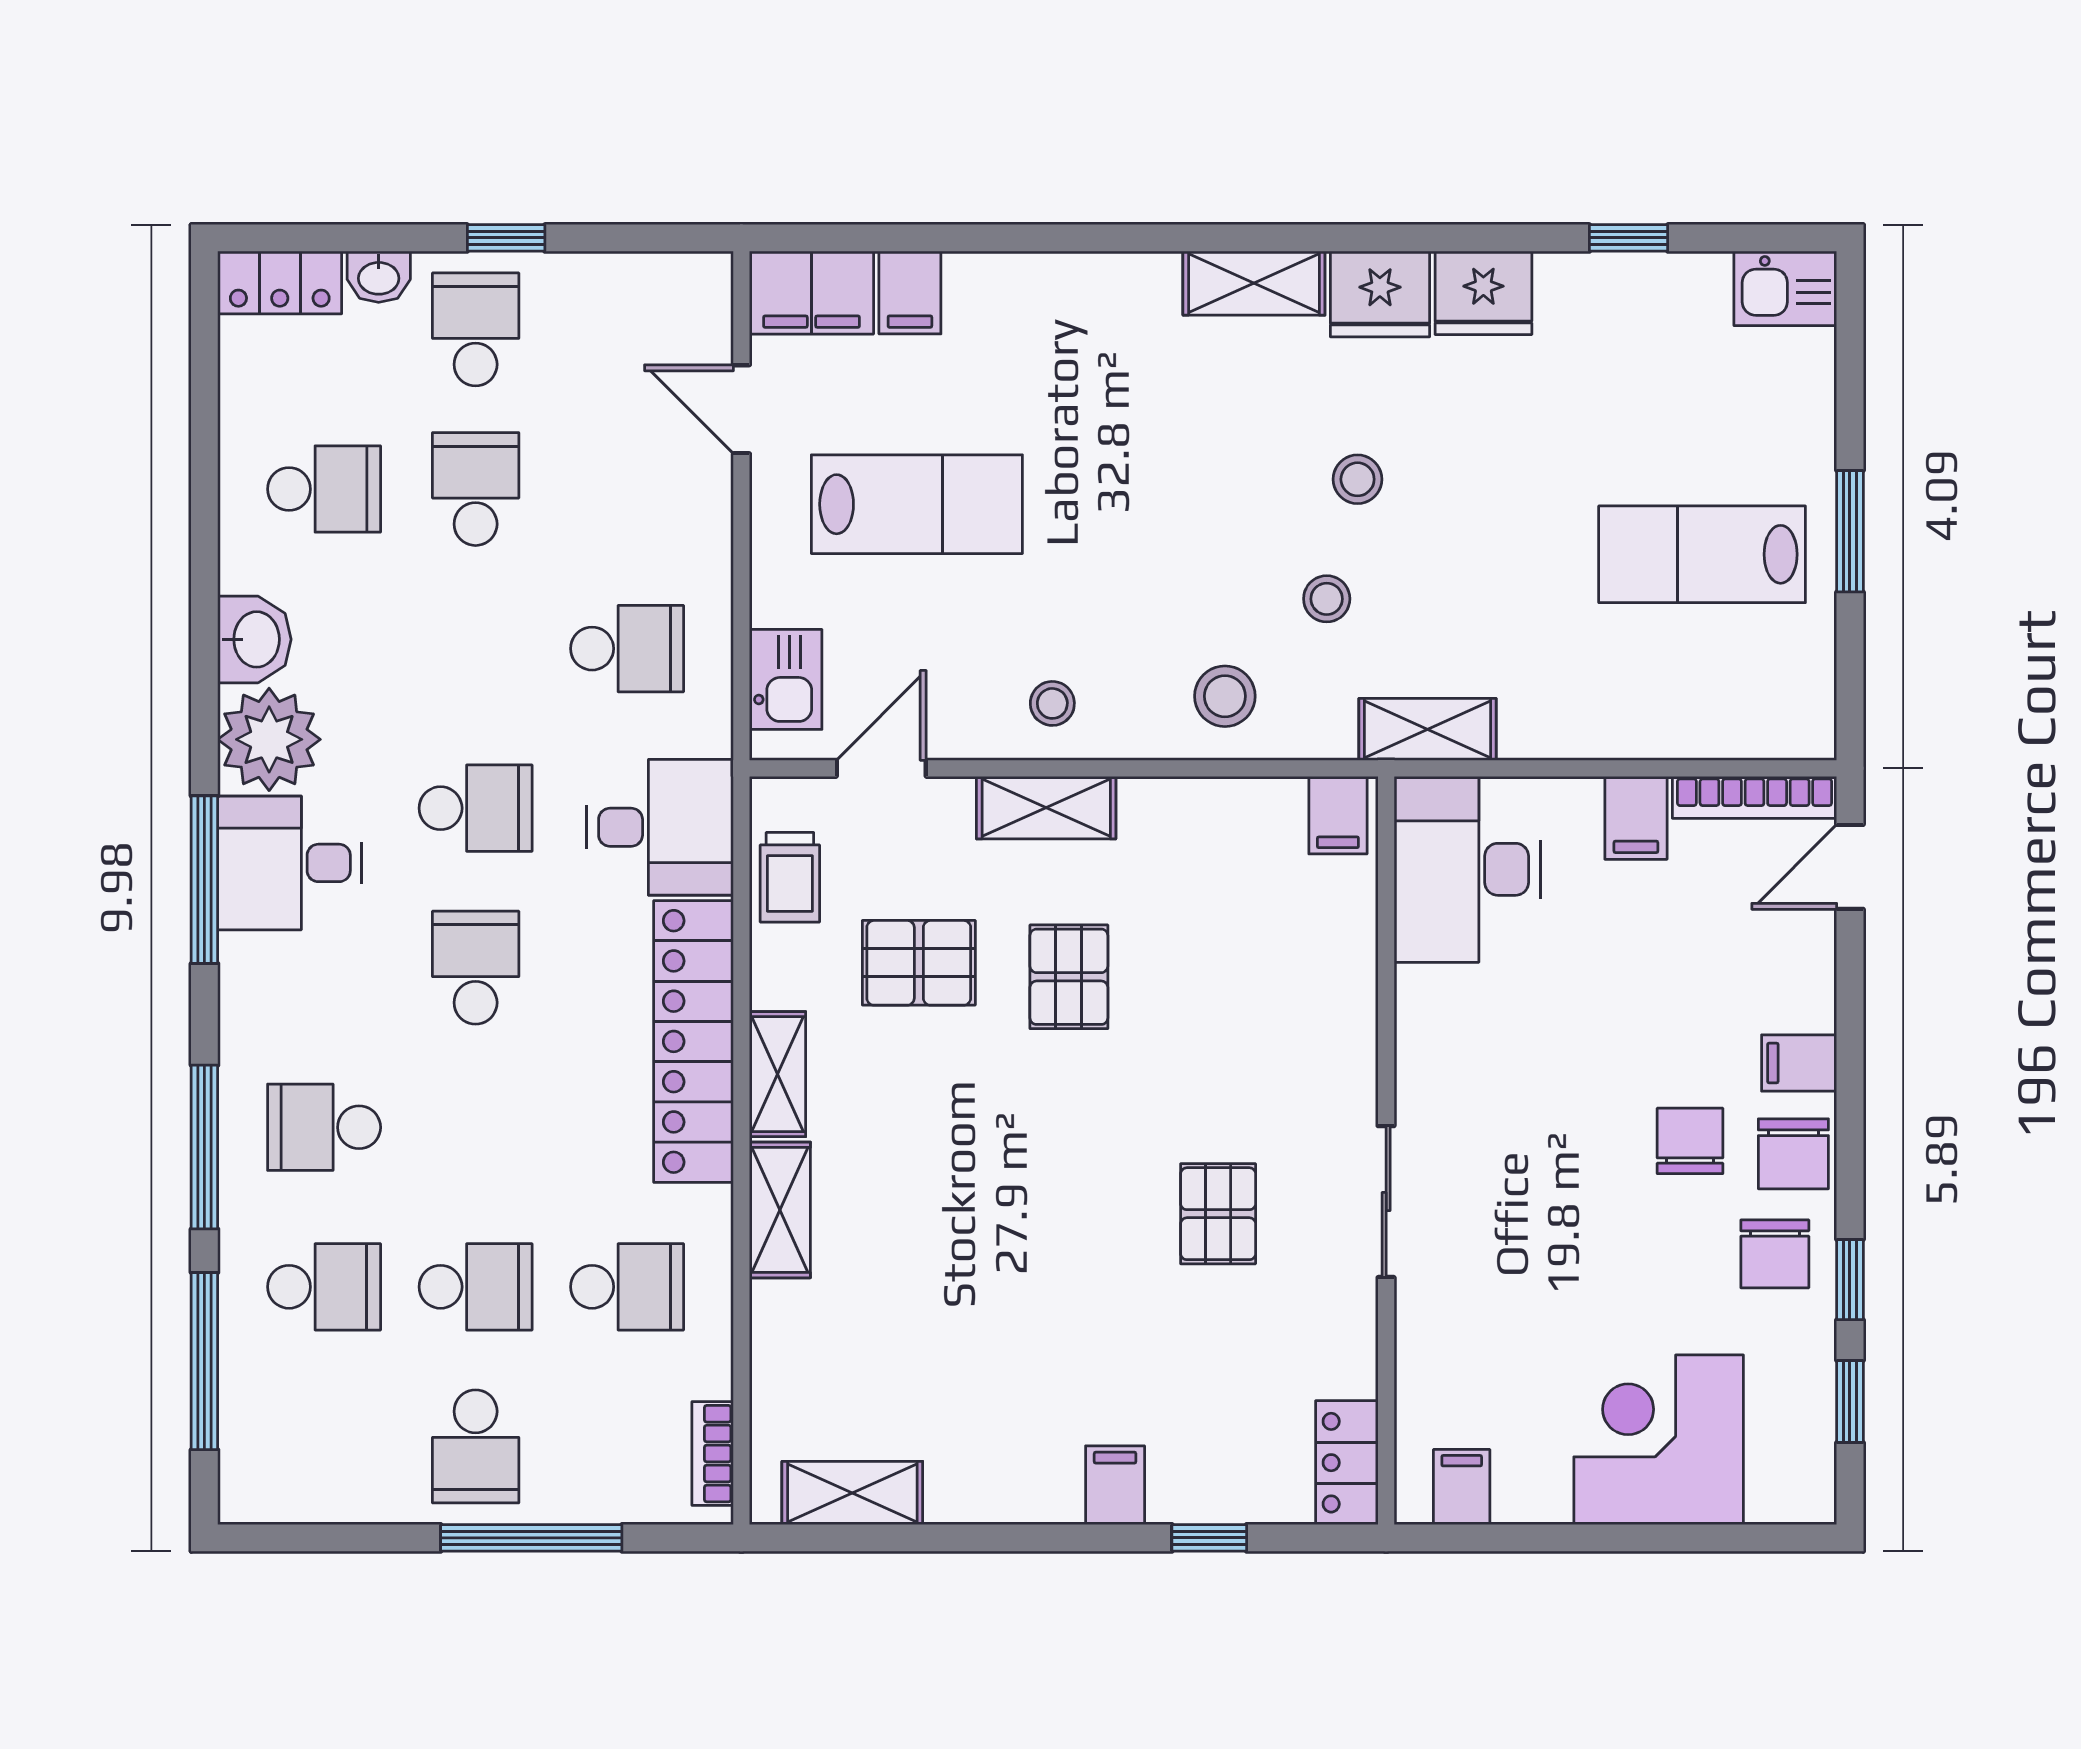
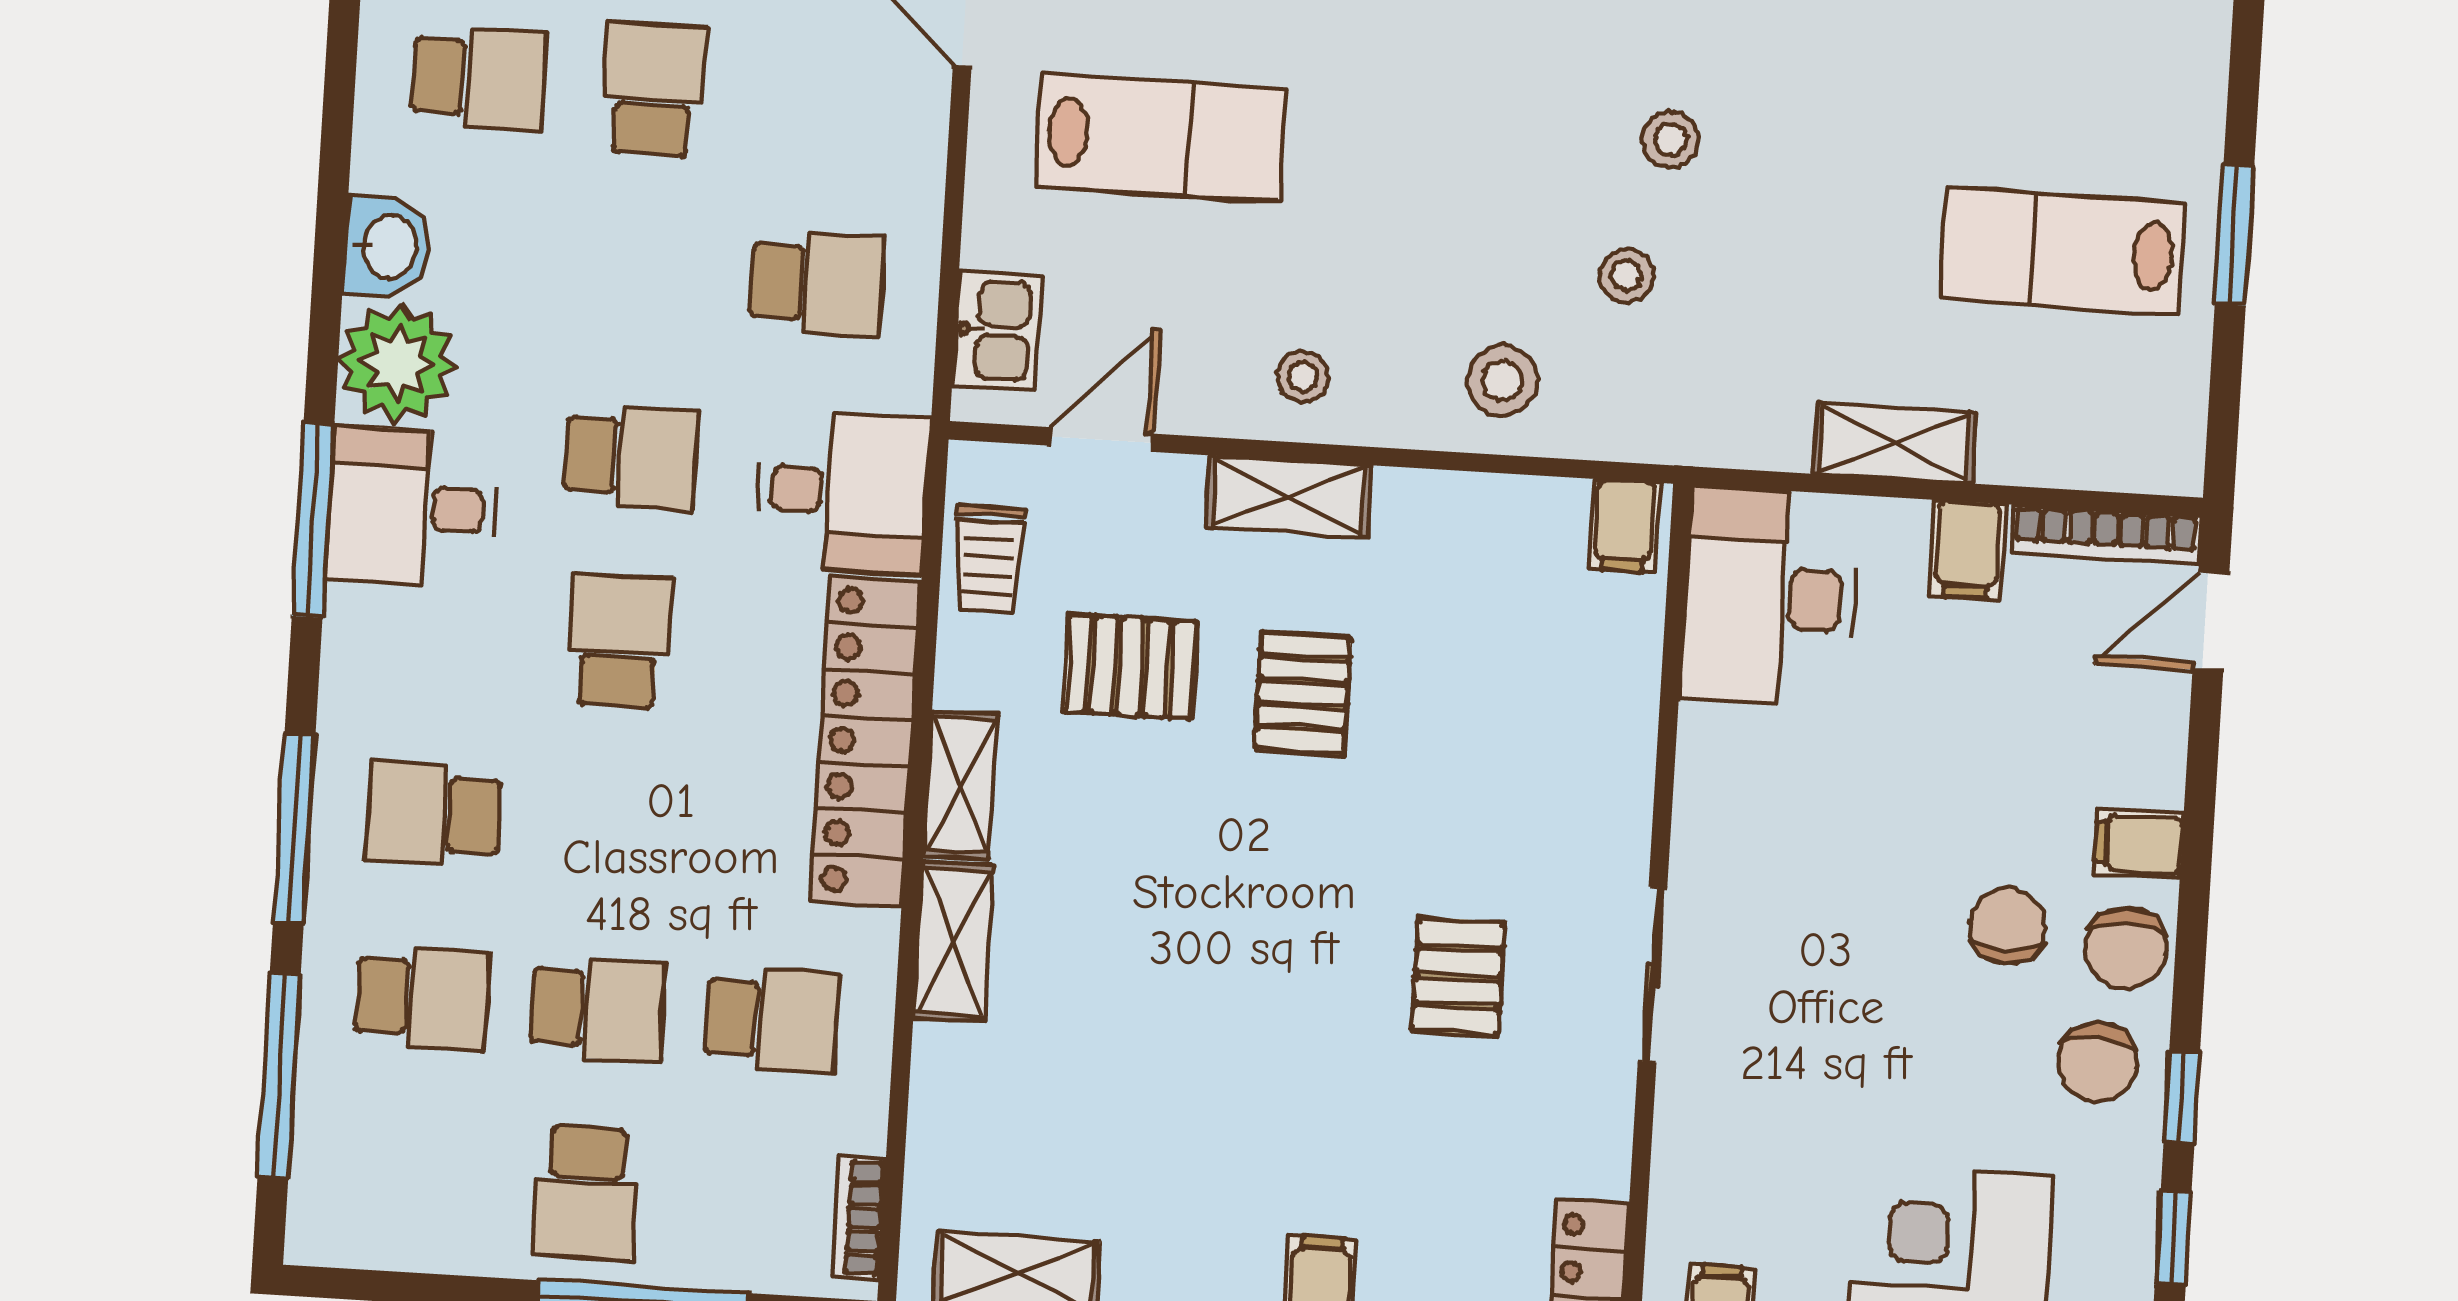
shelving: (1428, 729) -> (1894, 443), moved

